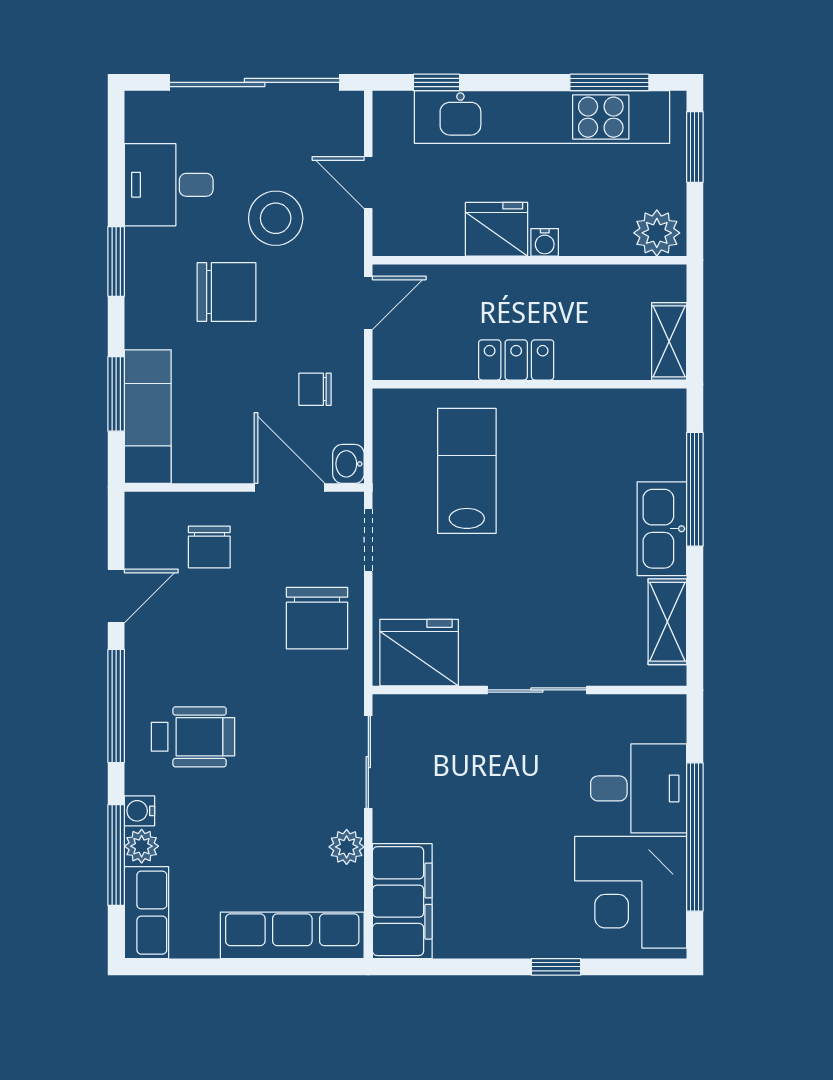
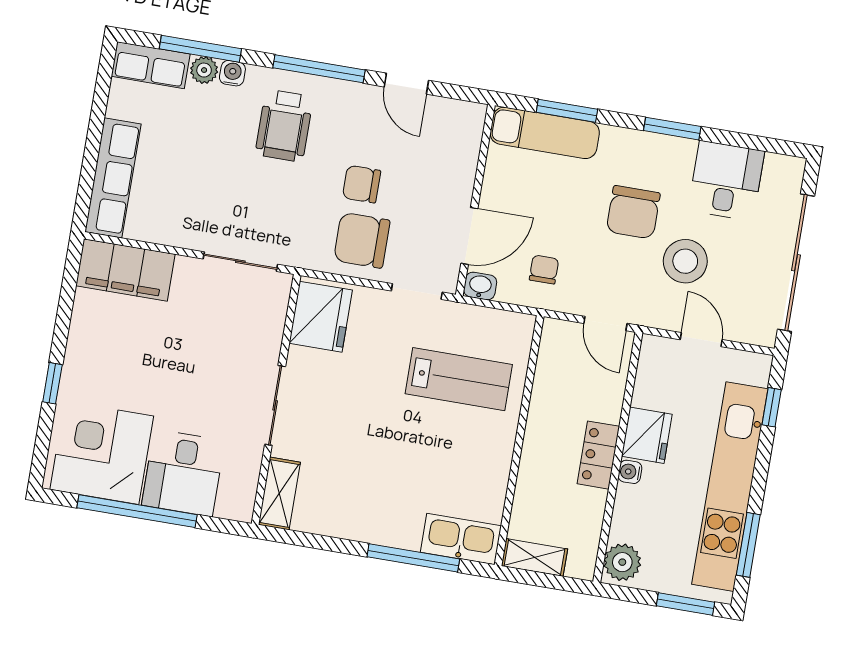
door: (368, 183) -> (701, 340), hinge flipped
locker: (516, 360) -> (598, 455), moved, turned 180
kitchen sink: (662, 529) -> (461, 539), moved
chair: (209, 547) -> (362, 184), moved
shelving: (667, 622) -> (279, 493), moved, turned 90
plant: (347, 847) -> (176, 233), removed

